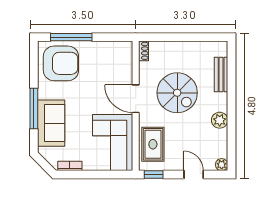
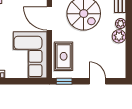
plant: (222, 165) -> (121, 23), moved

